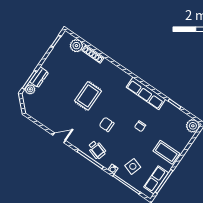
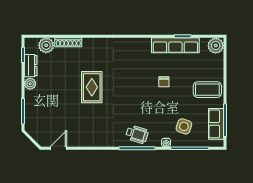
dresser: (39, 77) -> (31, 66), moved
plant: (30, 89) -> (30, 84), moved
row of seats: (146, 93) -> (175, 45), moved
chair: (107, 124) -> (129, 103), removed
door: (59, 138) -> (58, 148), moved

